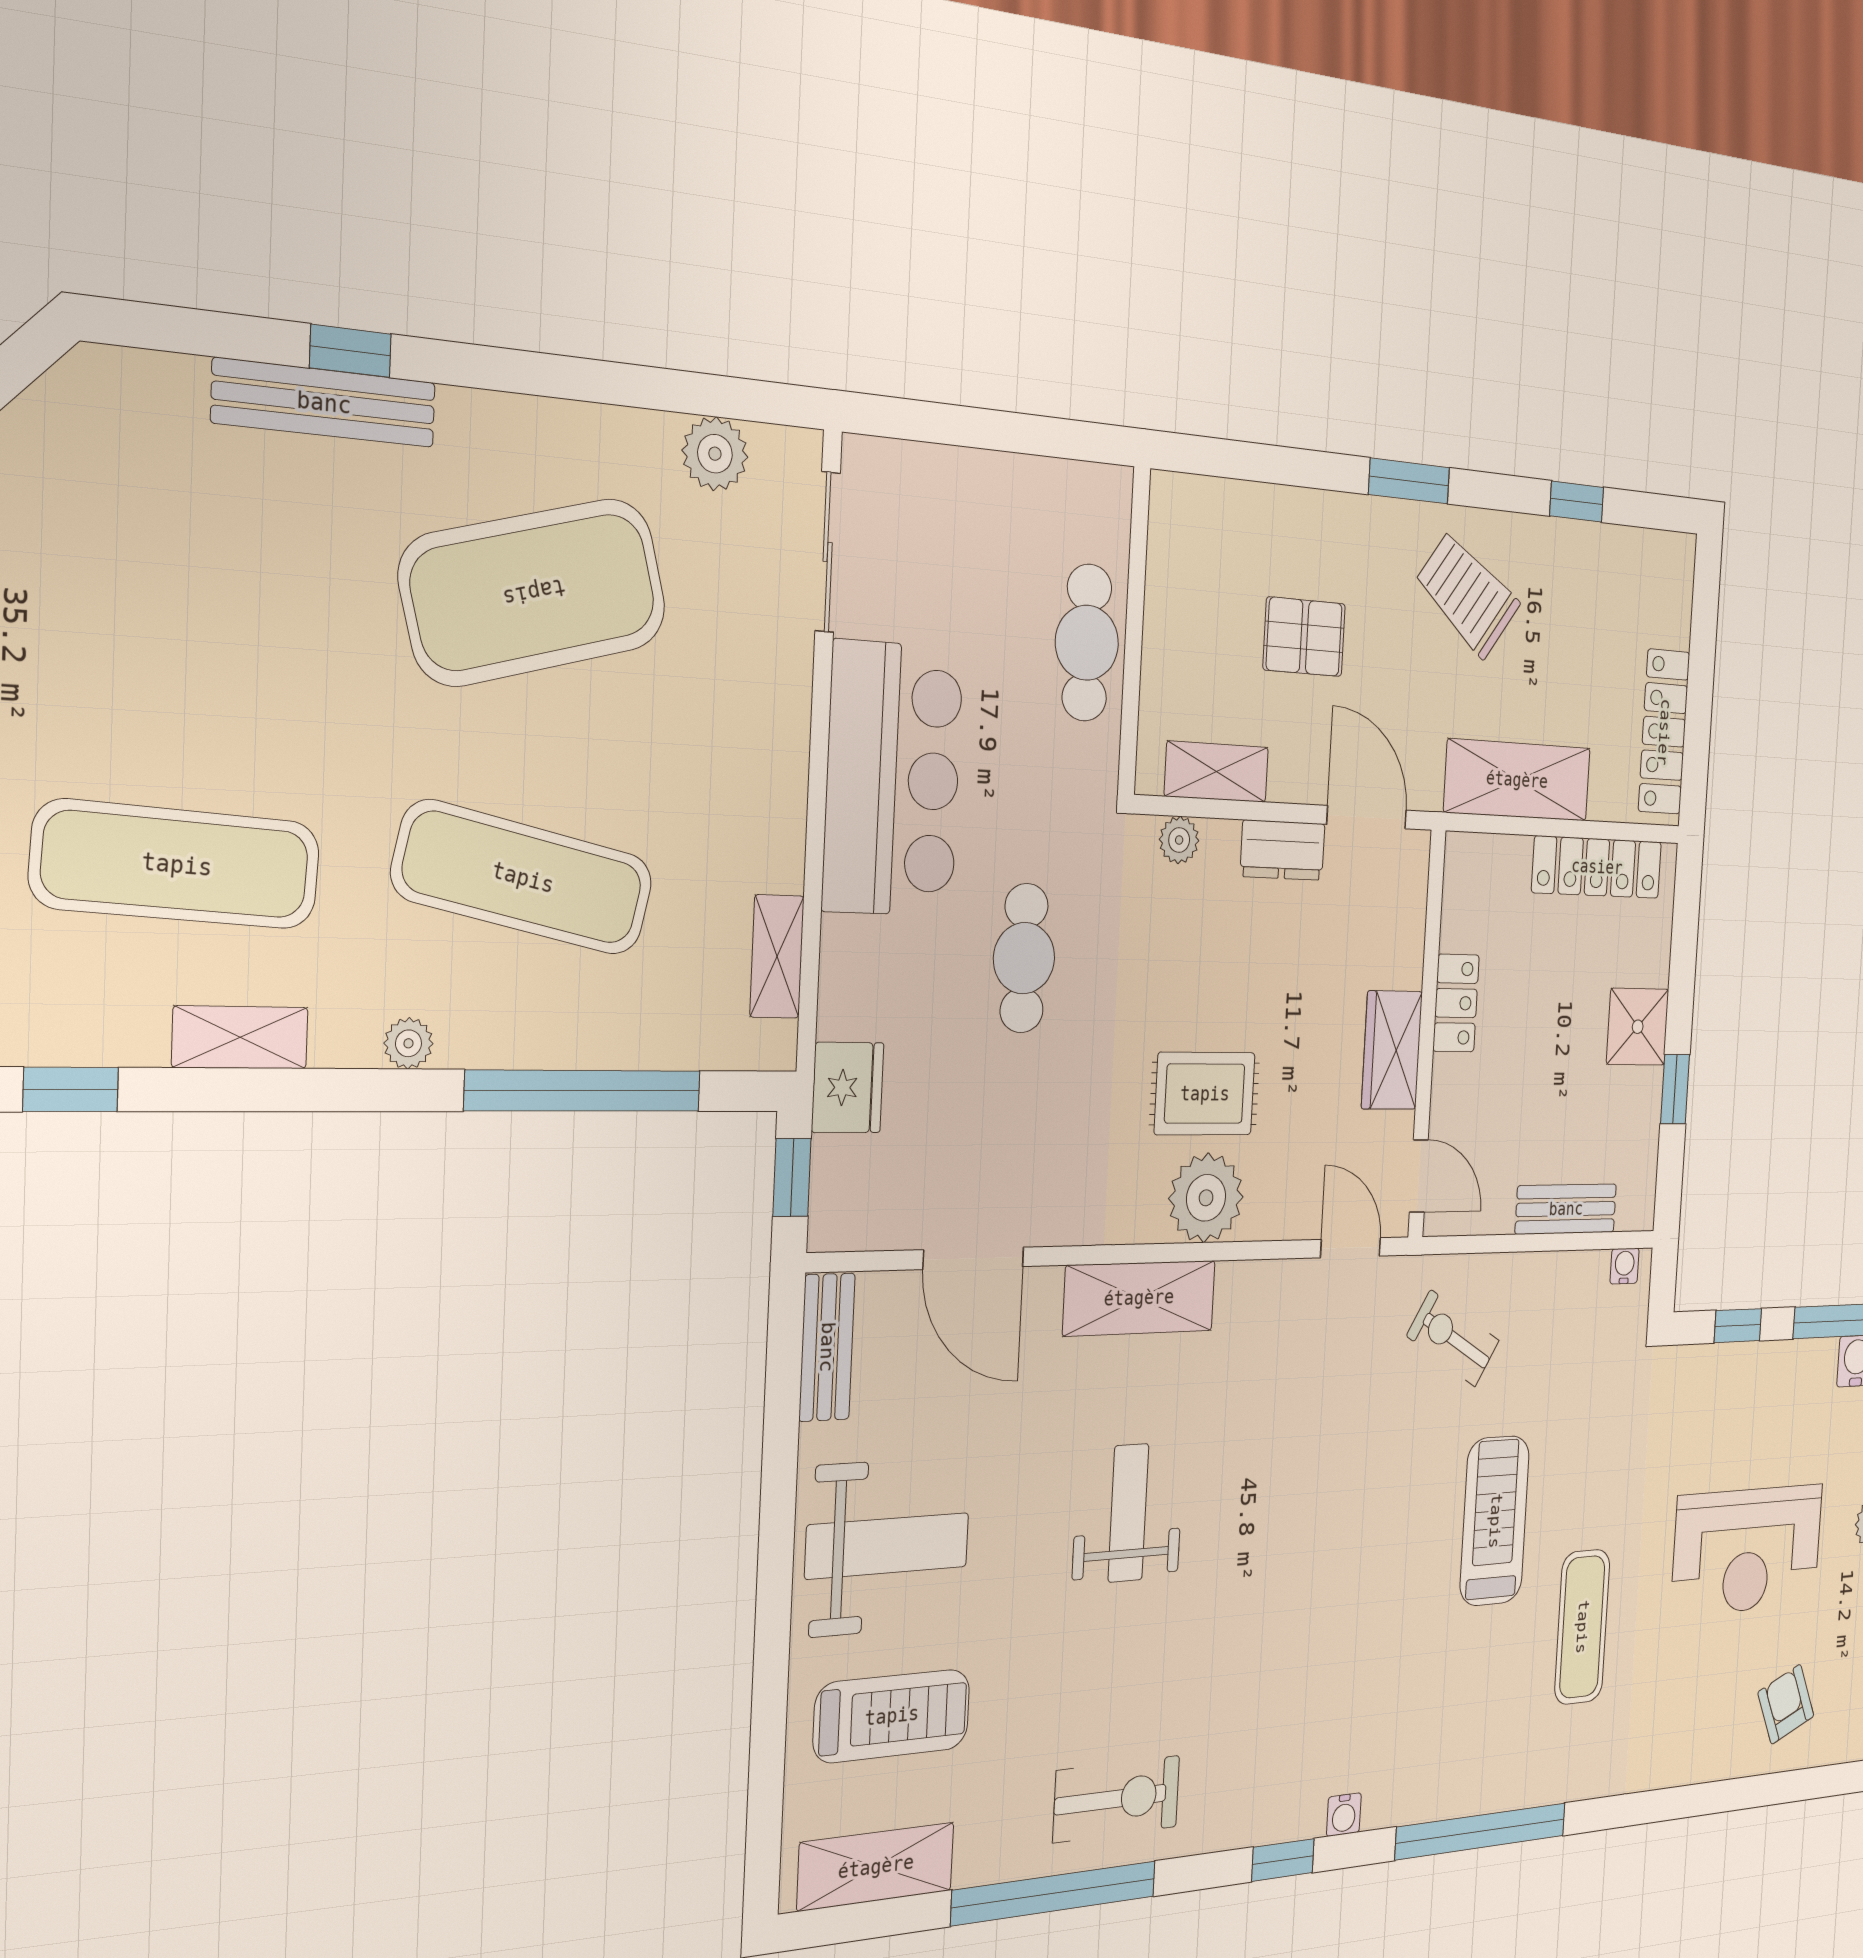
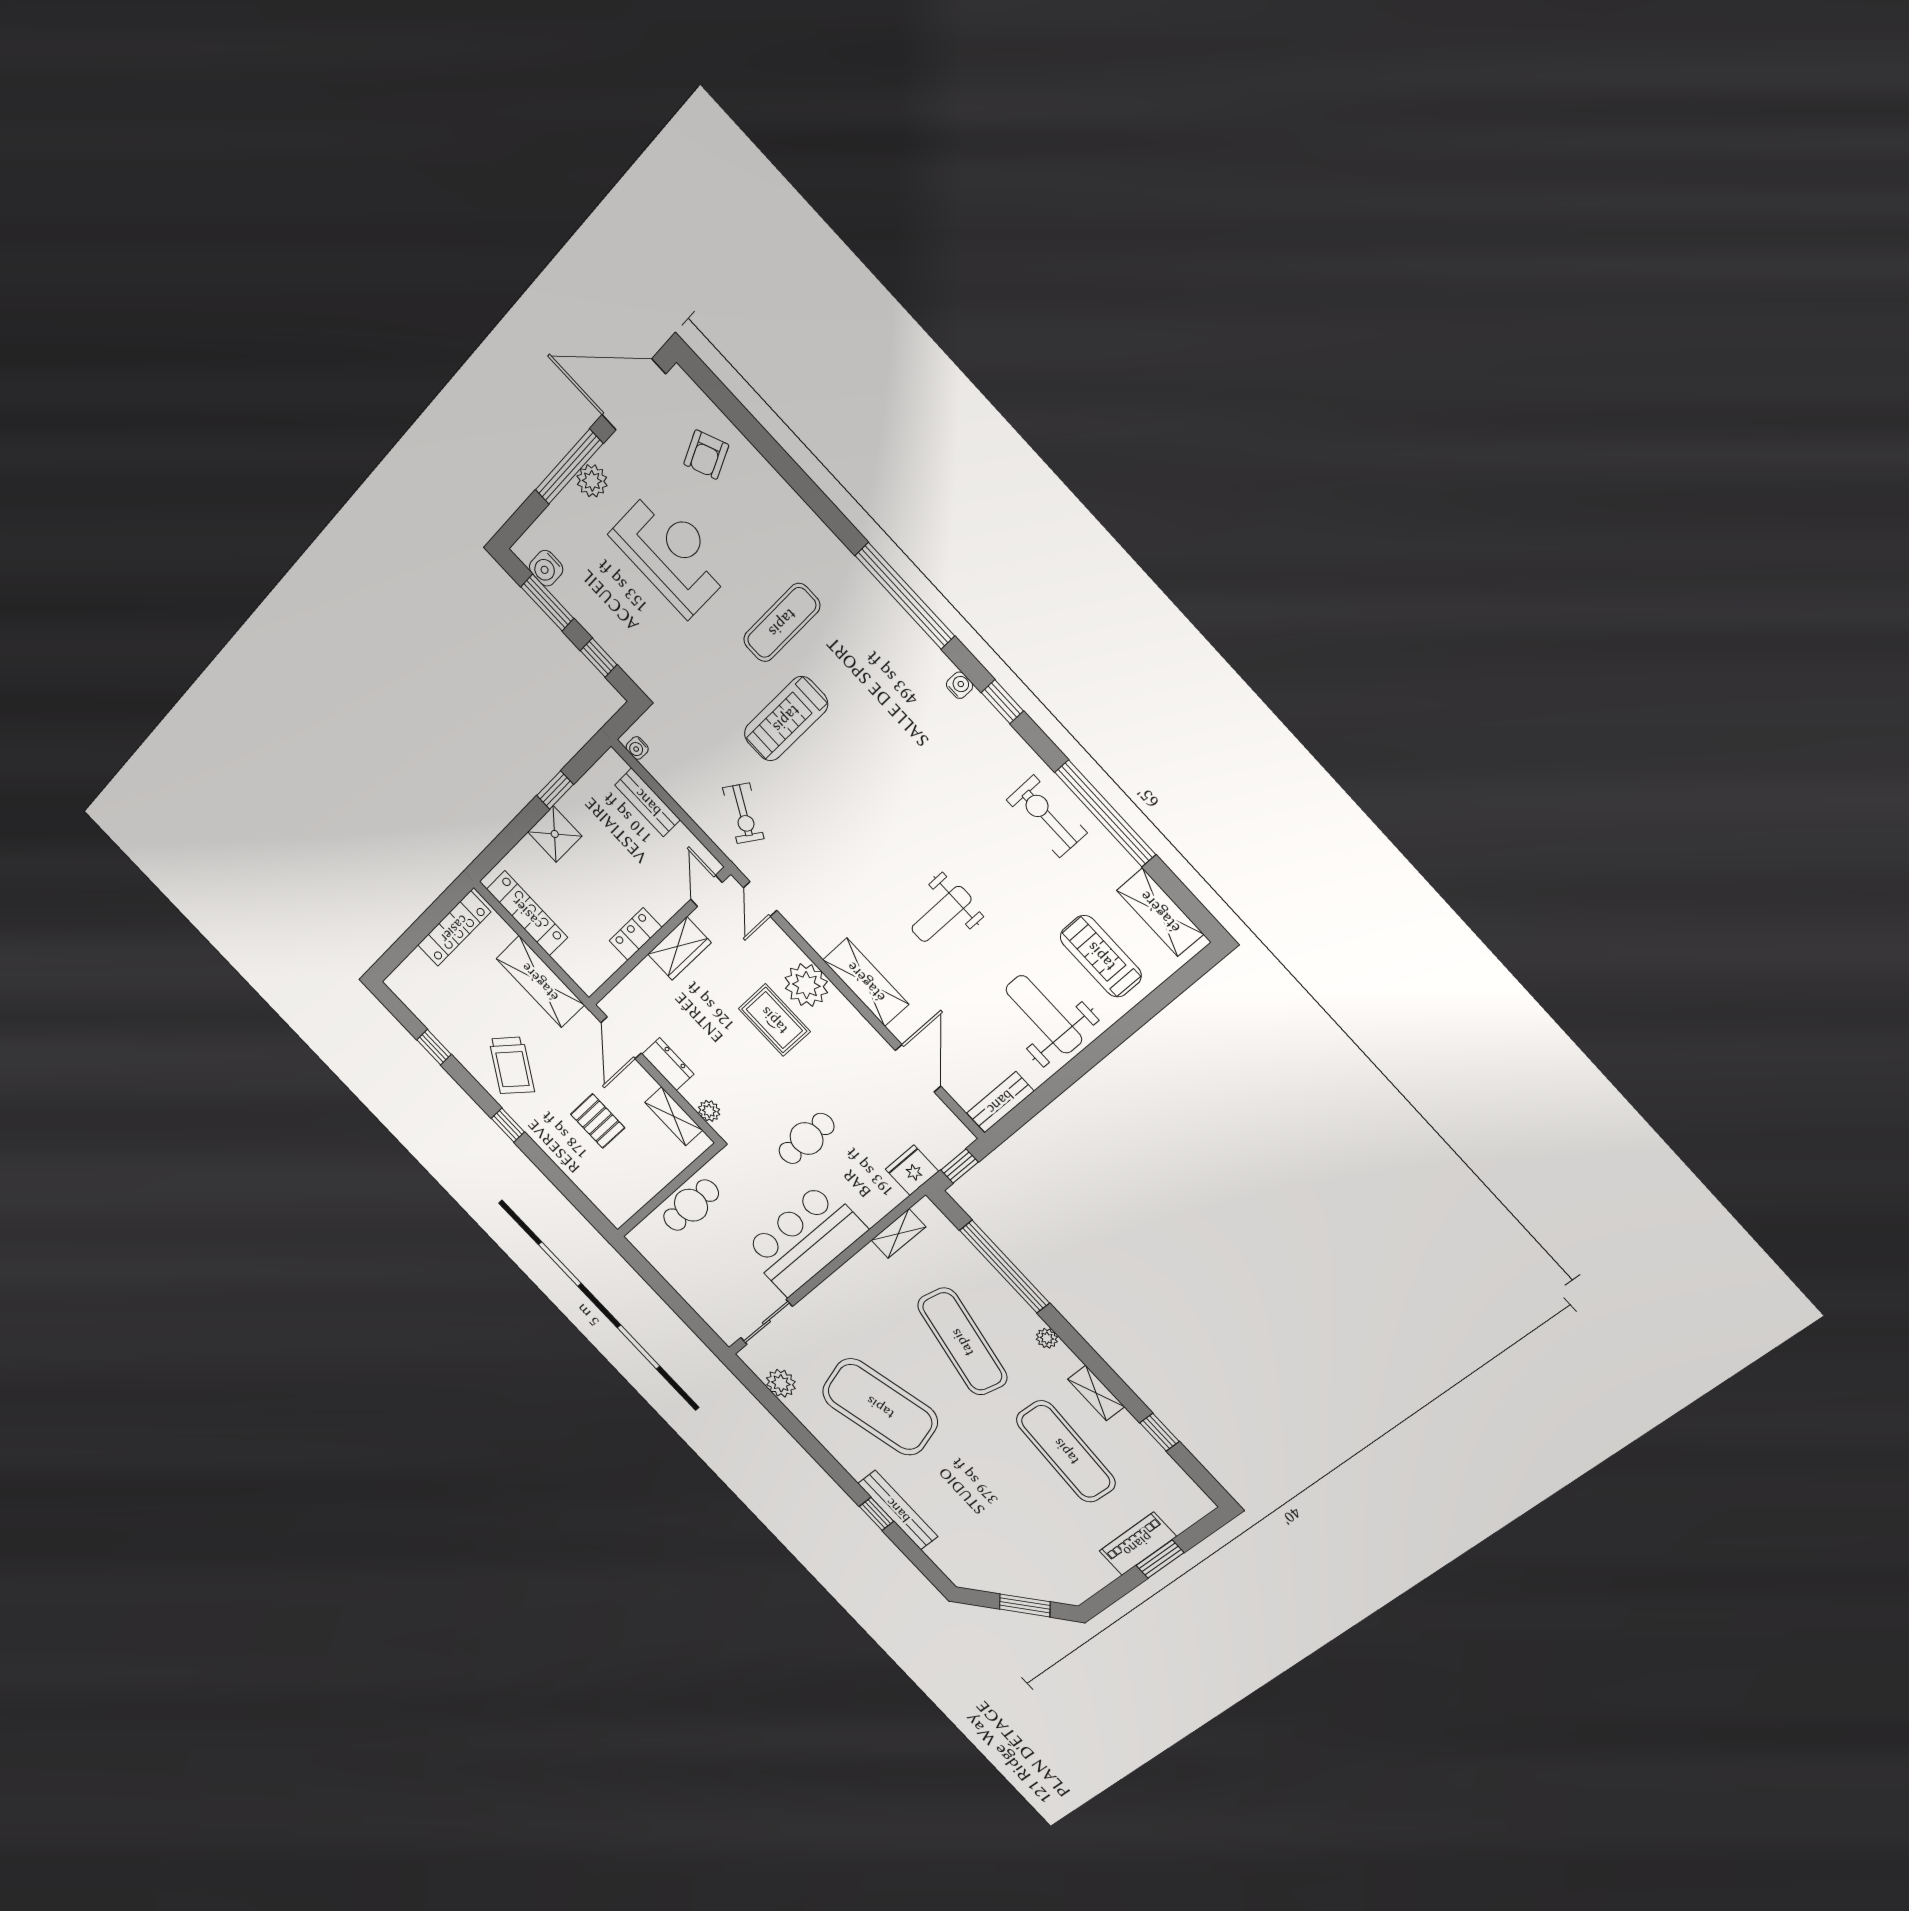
window: (1409, 481) -> (508, 1125), width x0.67

